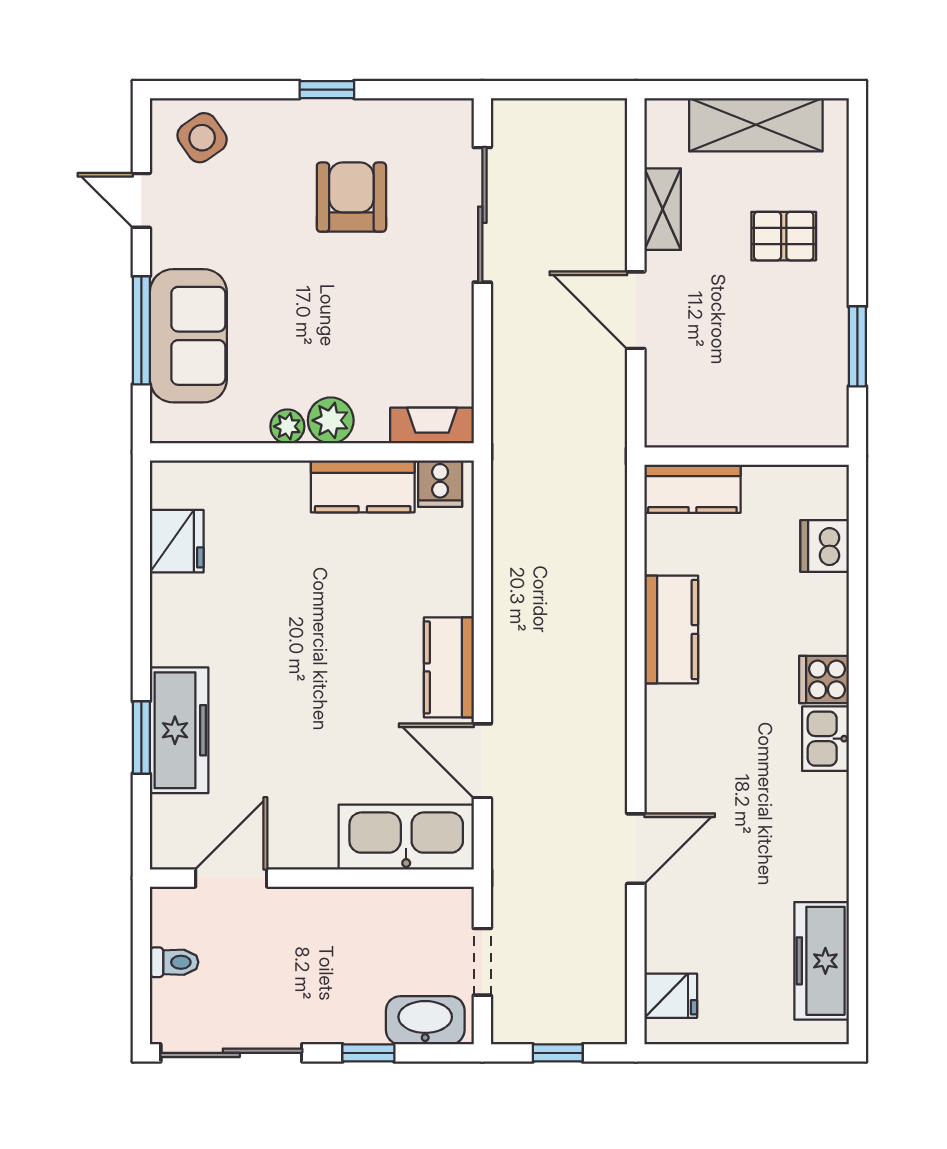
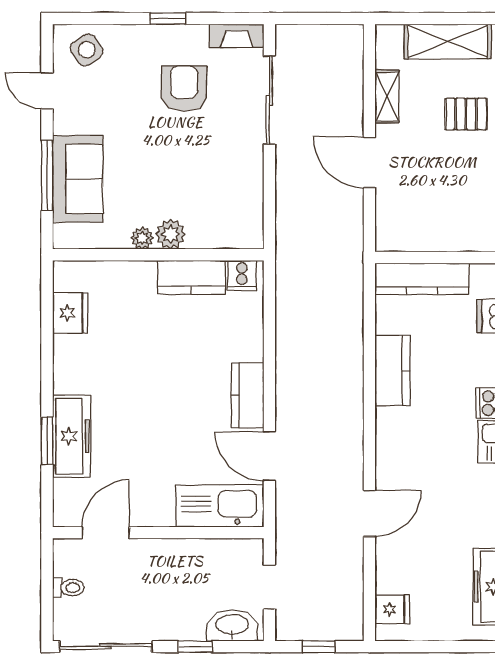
fireplace: (432, 425) -> (237, 36), moved, turned 180
kitchen counter: (692, 489) -> (422, 279), width x1.50

